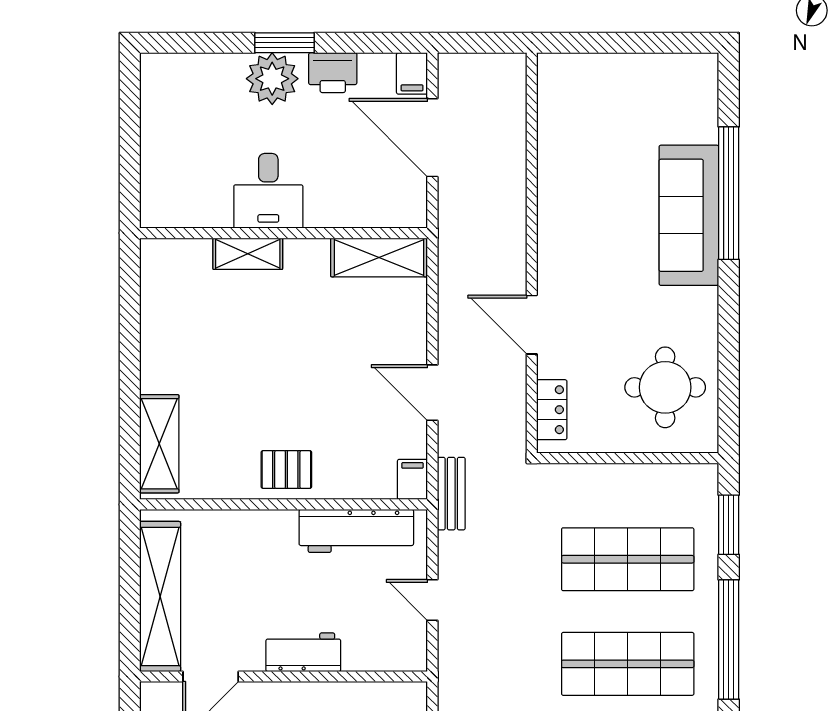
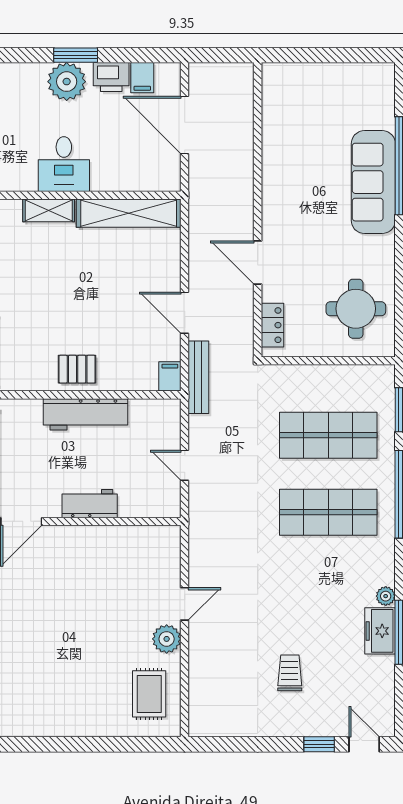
filing cabinet: (412, 73) -> (142, 78), moved
shelving: (379, 257) -> (129, 213), width x1.47
bench: (451, 494) -> (198, 377), width x1.36
workbench: (356, 531) -> (85, 414), moved

